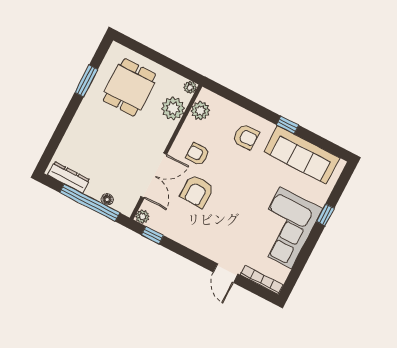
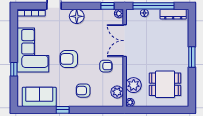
window: (86, 81) -> (192, 57), moved
dining table: (129, 87) -> (165, 84), turned 90
sofa: (302, 155) -> (39, 97), width x0.73
armchair: (197, 191) -> (69, 59), moved, turned -92
floor lamp: (202, 243) -> (77, 16), added

